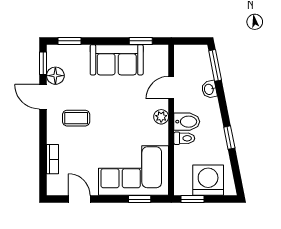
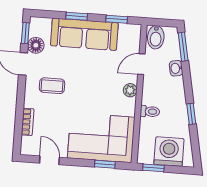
window: (70, 41) -> (77, 16), moved
sofa: (117, 60) -> (84, 34), width x1.36
bidet: (187, 122) -> (156, 37), moved, turned 90

